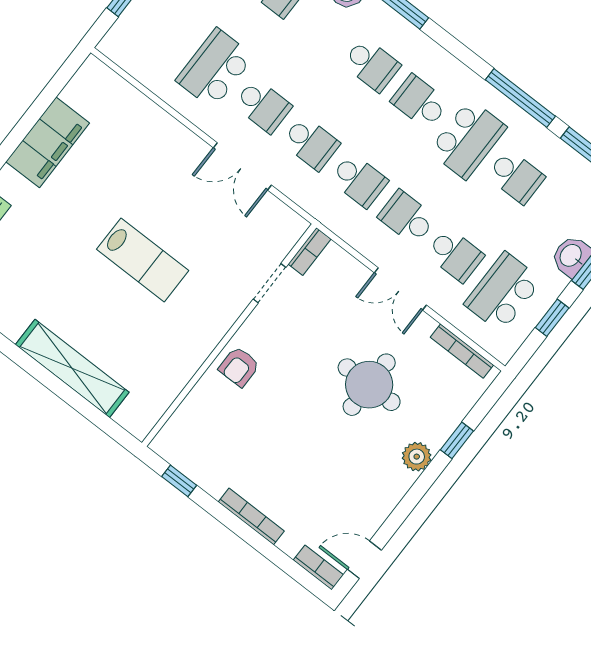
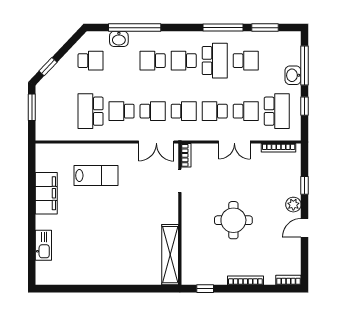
school desk: (372, 65) -> (153, 61), turned 180
school desk: (263, 106) -> (122, 111), turned 180
double door: (242, 166) -> (156, 142), moved
lab bench: (143, 260) -> (96, 176), moved
school desk: (503, 292) -> (277, 111), turned 180
armchair: (239, 367) -> (194, 224), removed
shelving: (72, 368) -> (170, 255), moved, turned 90
round table: (369, 385) -> (233, 220), moved
door: (364, 560) -> (305, 228), moved

